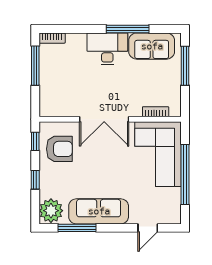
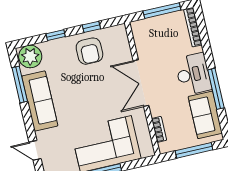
bookcase: (52, 38) -> (193, 27), width x1.56
bookcase: (156, 112) -> (159, 129), moved
double door: (104, 119) -> (141, 83), moved
wall: (110, 119) -> (142, 89), moved

